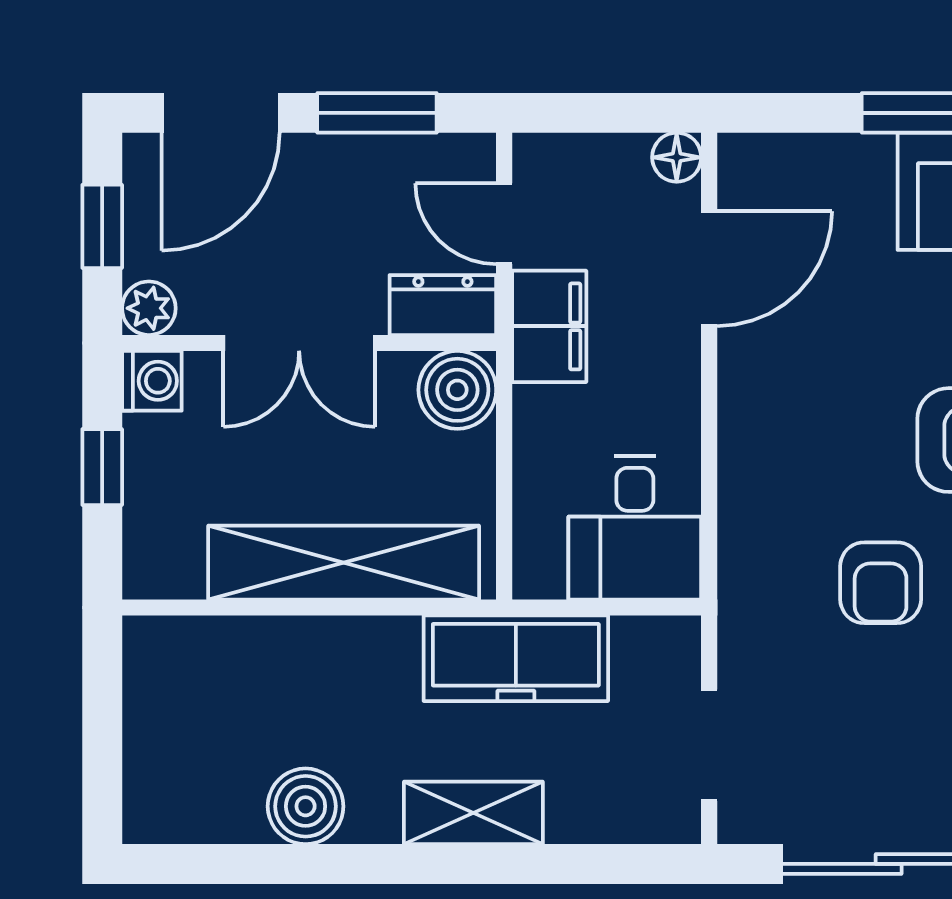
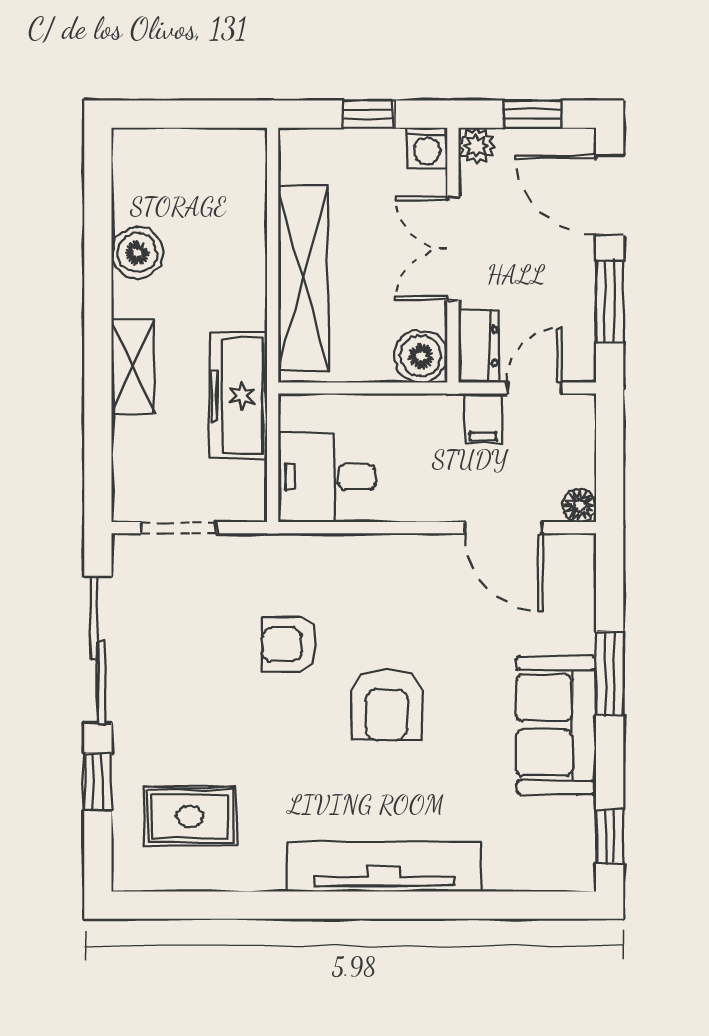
filing cabinet: (549, 326) -> (483, 419), width x0.50

